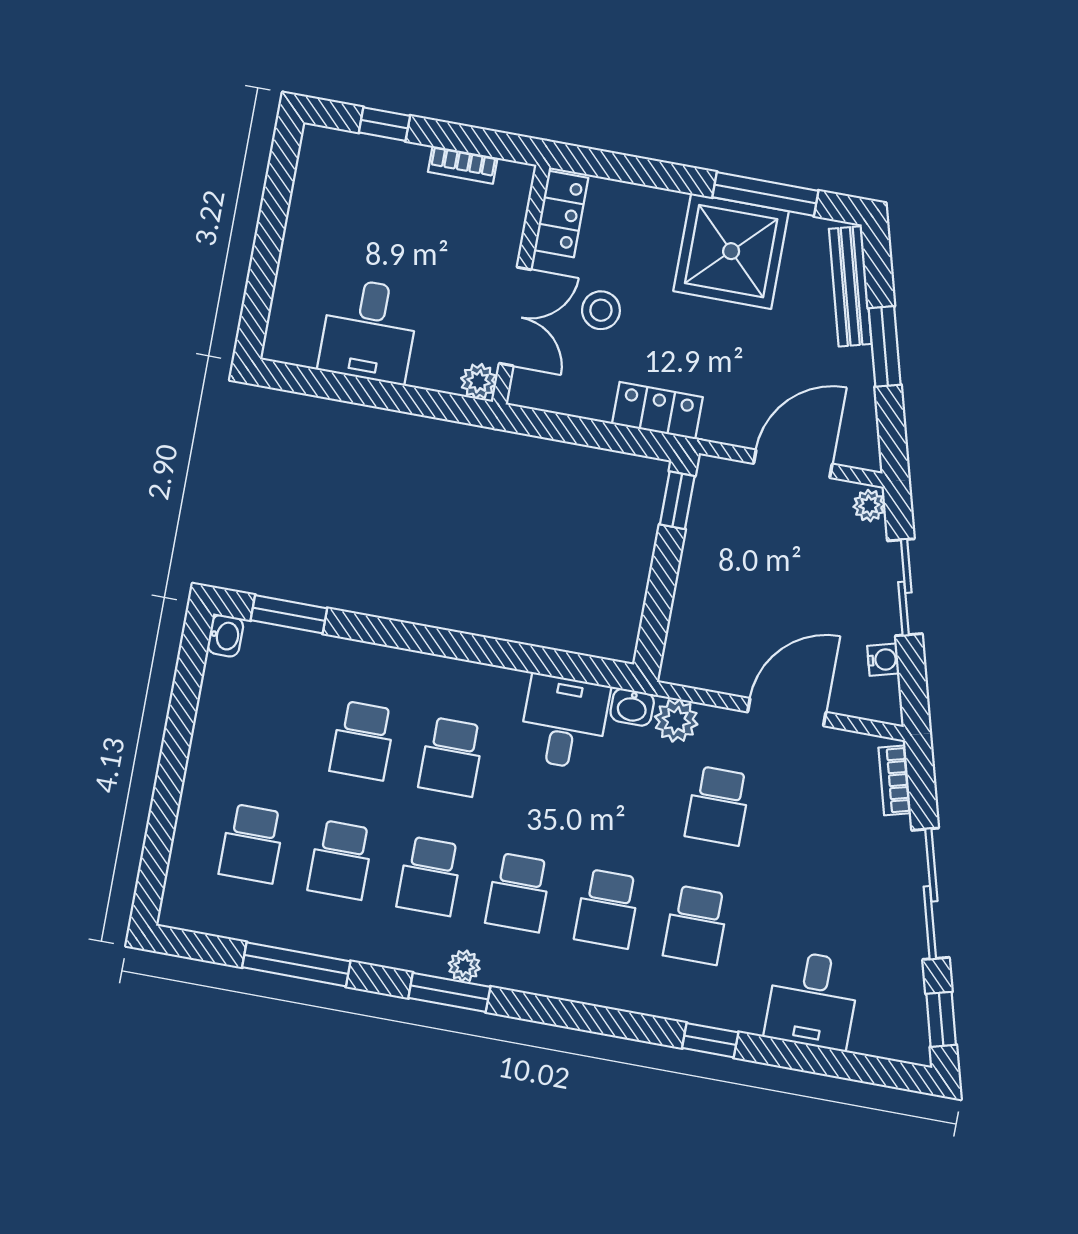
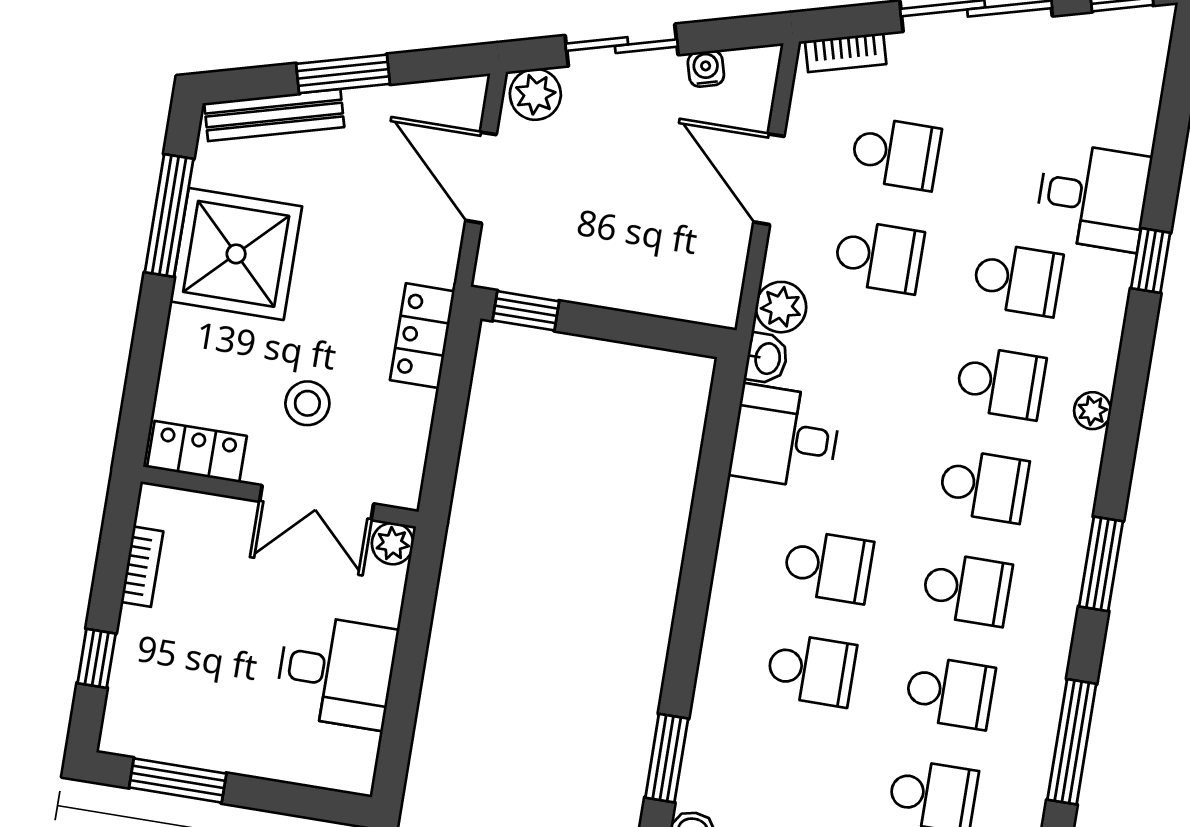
window: (278, 192) -> (178, 781), added
double door: (515, 316) -> (317, 503), swing flipped
plant: (869, 506) -> (535, 94), width x1.38, depth x1.38
school desk: (807, 822) -> (896, 153), added
plant: (464, 966) -> (1093, 411), moved
desk: (812, 1000) -> (1093, 197), moved

